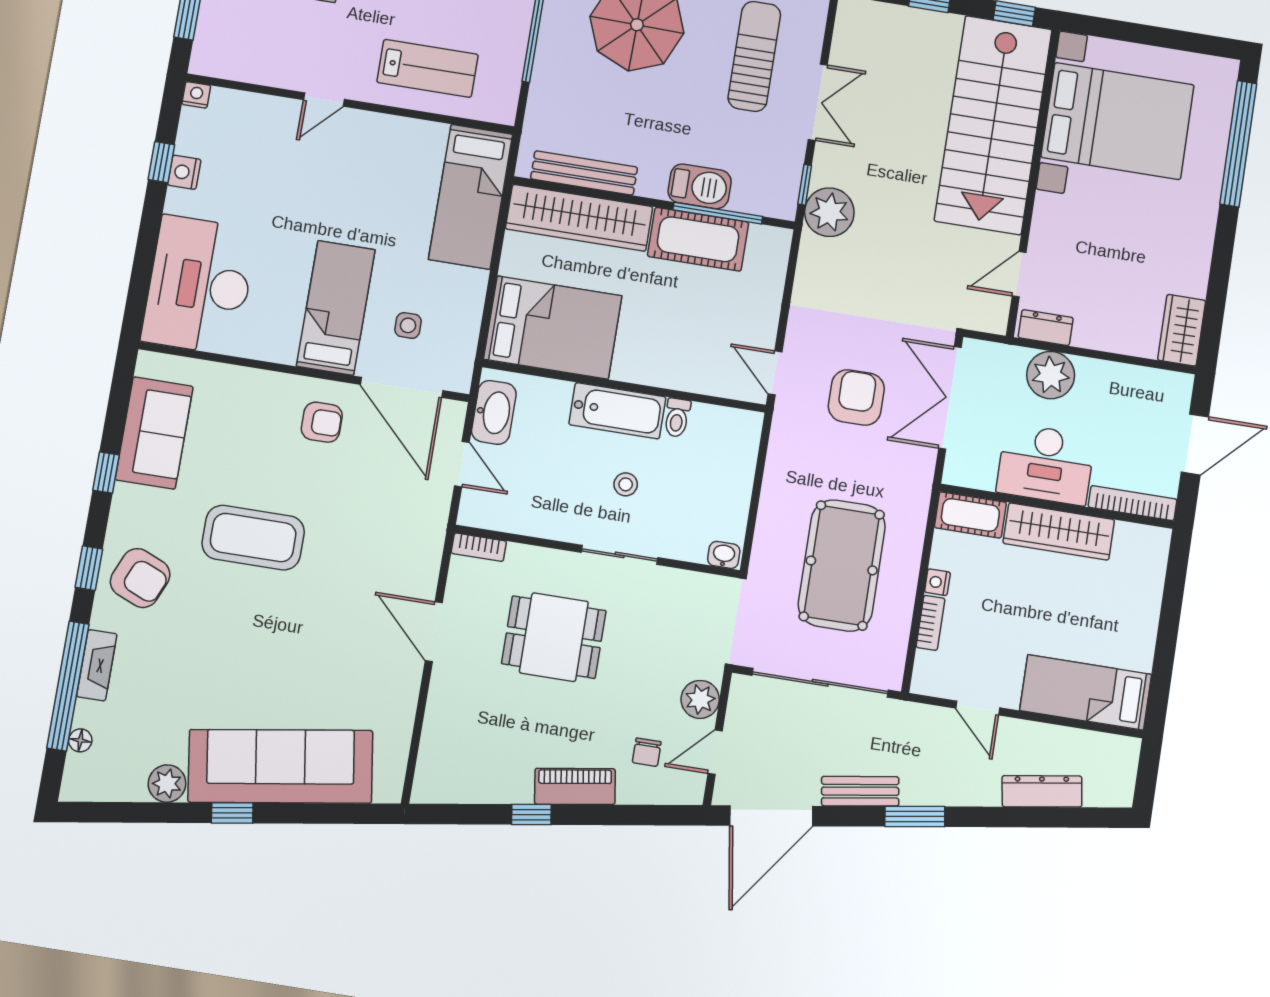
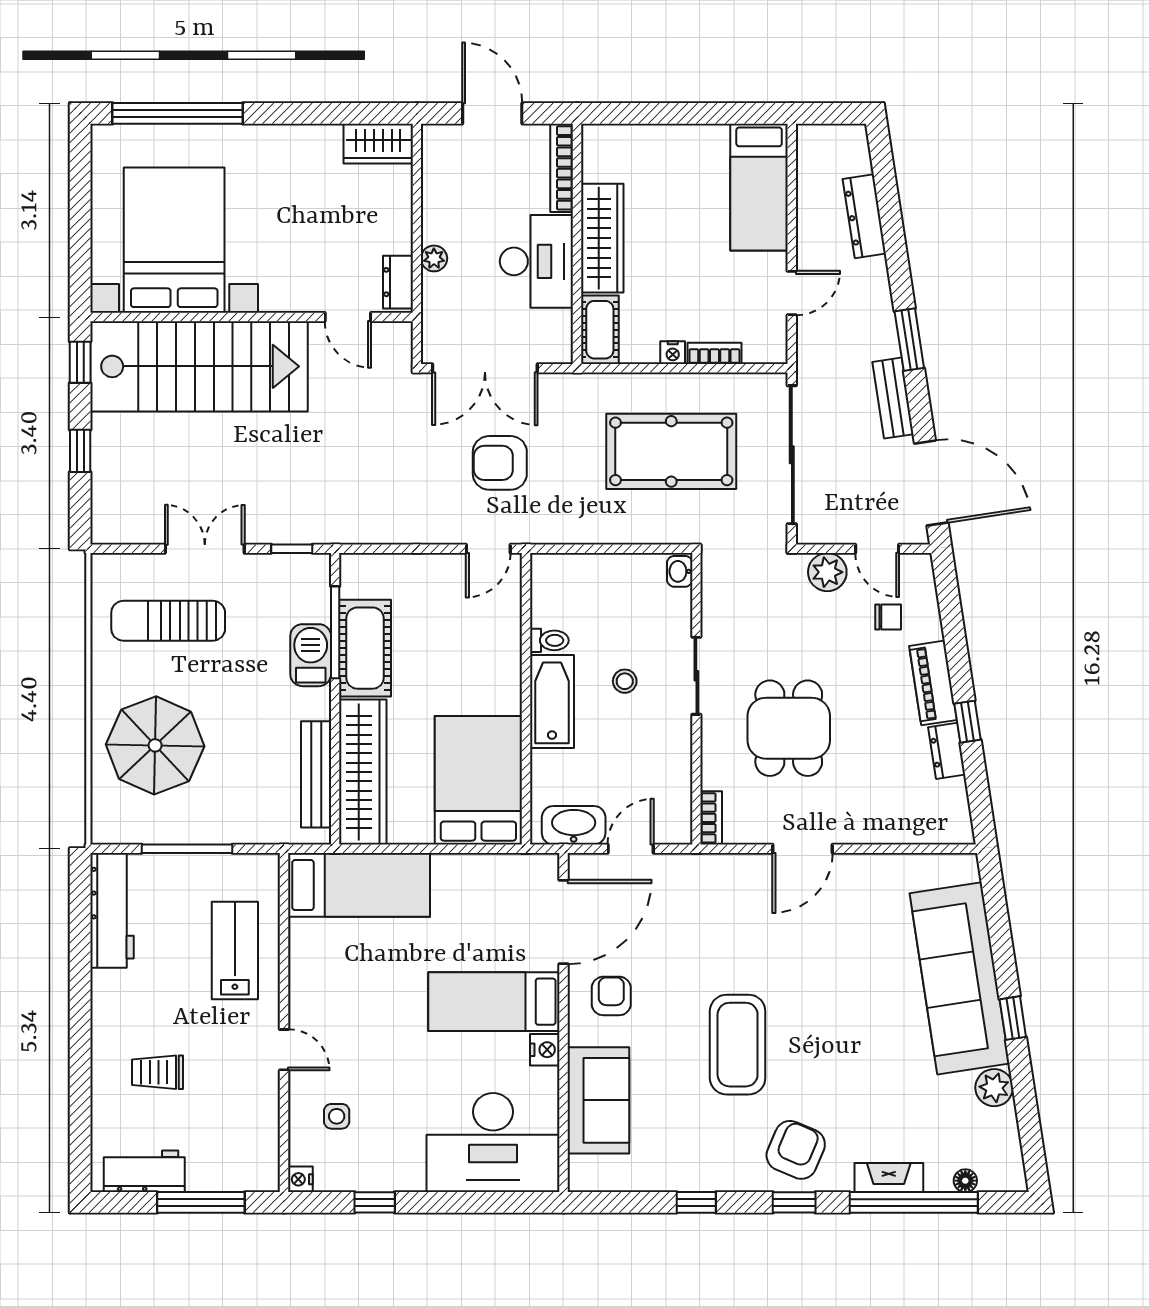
nightstand: (184, 172) -> (545, 1050), moved, turned -90
plant: (829, 212) -> (316, 519), removed
side table: (408, 325) -> (337, 1116), moved
plant: (1051, 375) -> (434, 258), width x0.53, depth x0.53
sofa: (154, 433) -> (598, 1100), moved, turned 90
dresser: (506, 789) -> (947, 751), added

